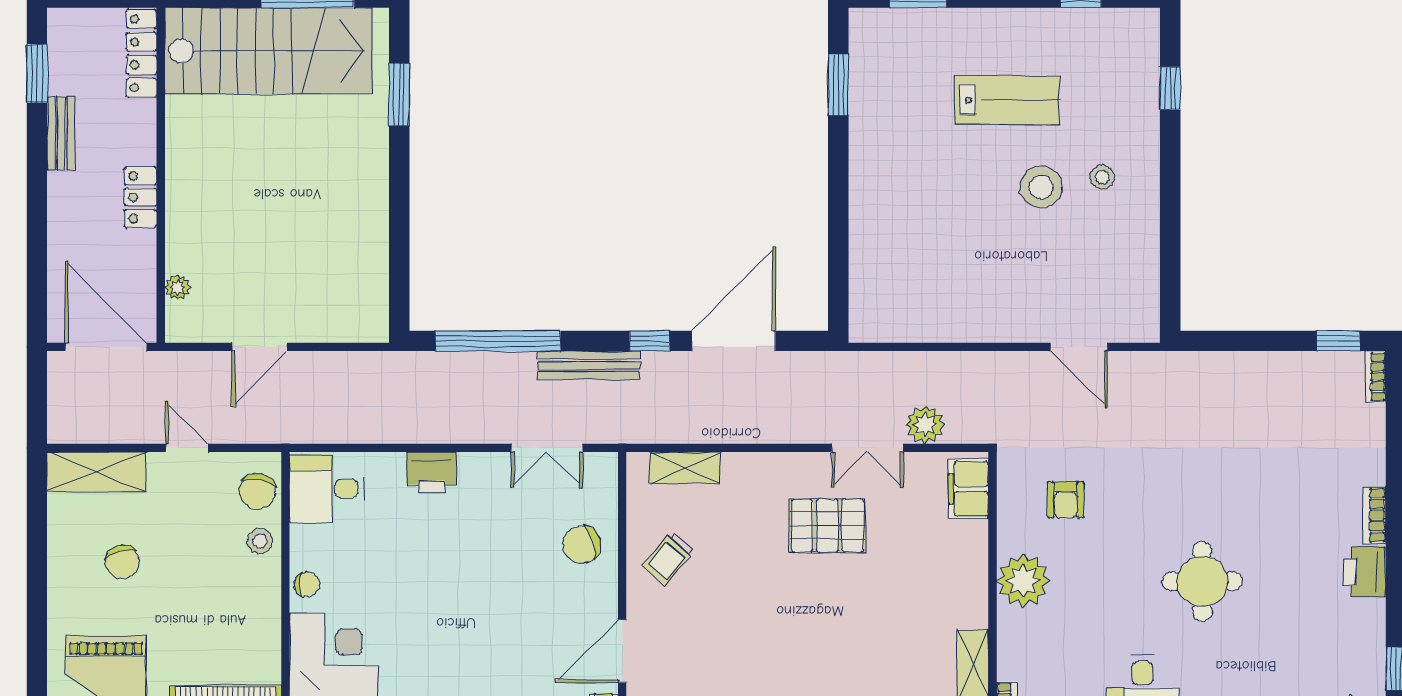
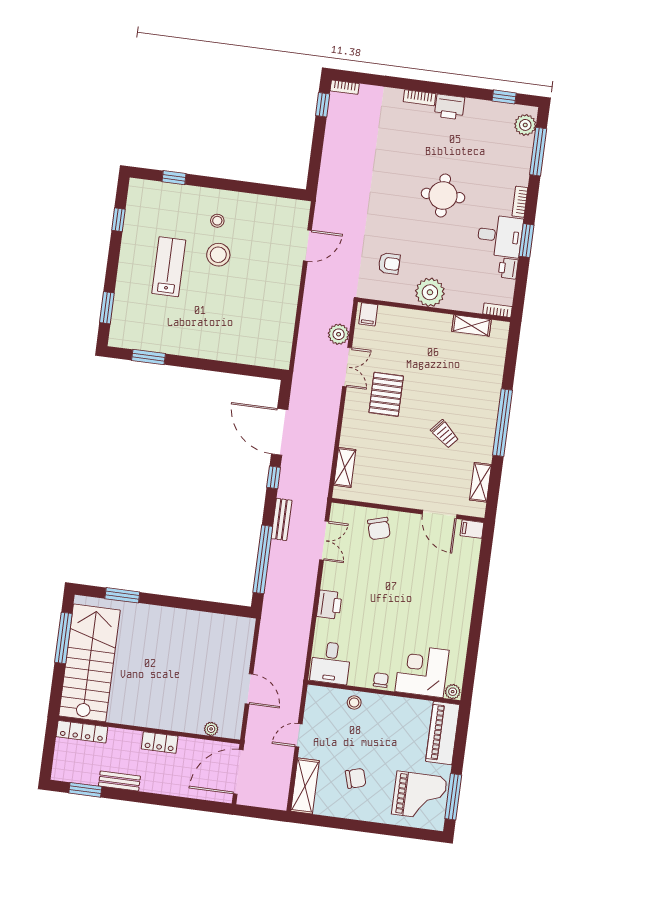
bench: (589, 365) -> (282, 519), width x0.73
filing cabinet: (969, 489) -> (368, 314), width x0.50
chair: (258, 491) -> (327, 700), removed
trolley: (668, 558) -> (445, 434), moved

